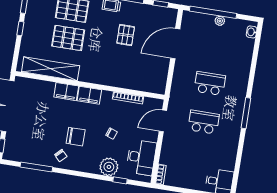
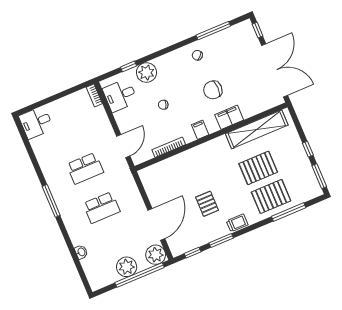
plant: (191, 20) -> (156, 255), added
plant: (220, 21) -> (127, 267), width x1.88, depth x1.88
washbasin: (252, 32) -> (81, 252), moved
filing cabinet: (89, 95) -> (200, 130), width x0.50
chair: (76, 137) -> (213, 90), moved
desk: (141, 157) -> (120, 95), width x0.73

